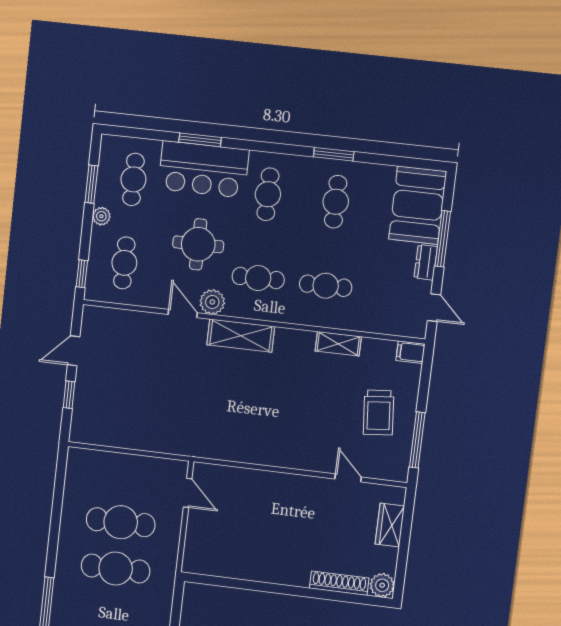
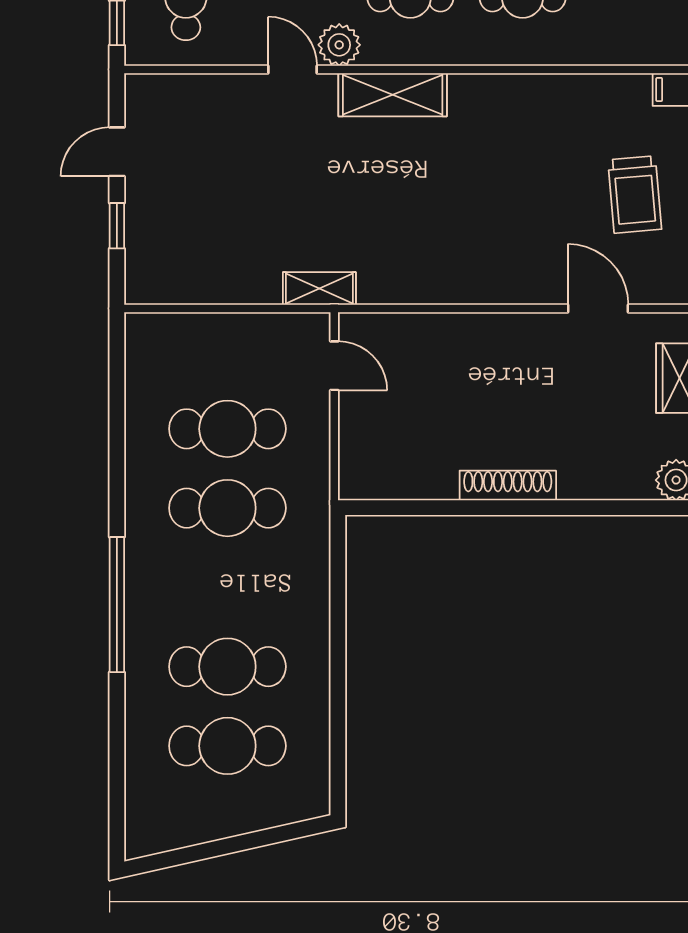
shelving: (338, 344) -> (319, 288), moved
door: (348, 478) -> (598, 308), width x1.38
shoe rack: (339, 583) -> (508, 486), moved

